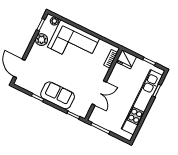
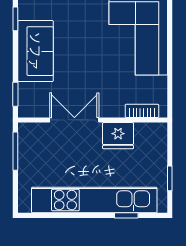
fridge: (126, 59) -> (118, 136), moved, turned -90
double door: (99, 93) -> (74, 120), swing flipped

